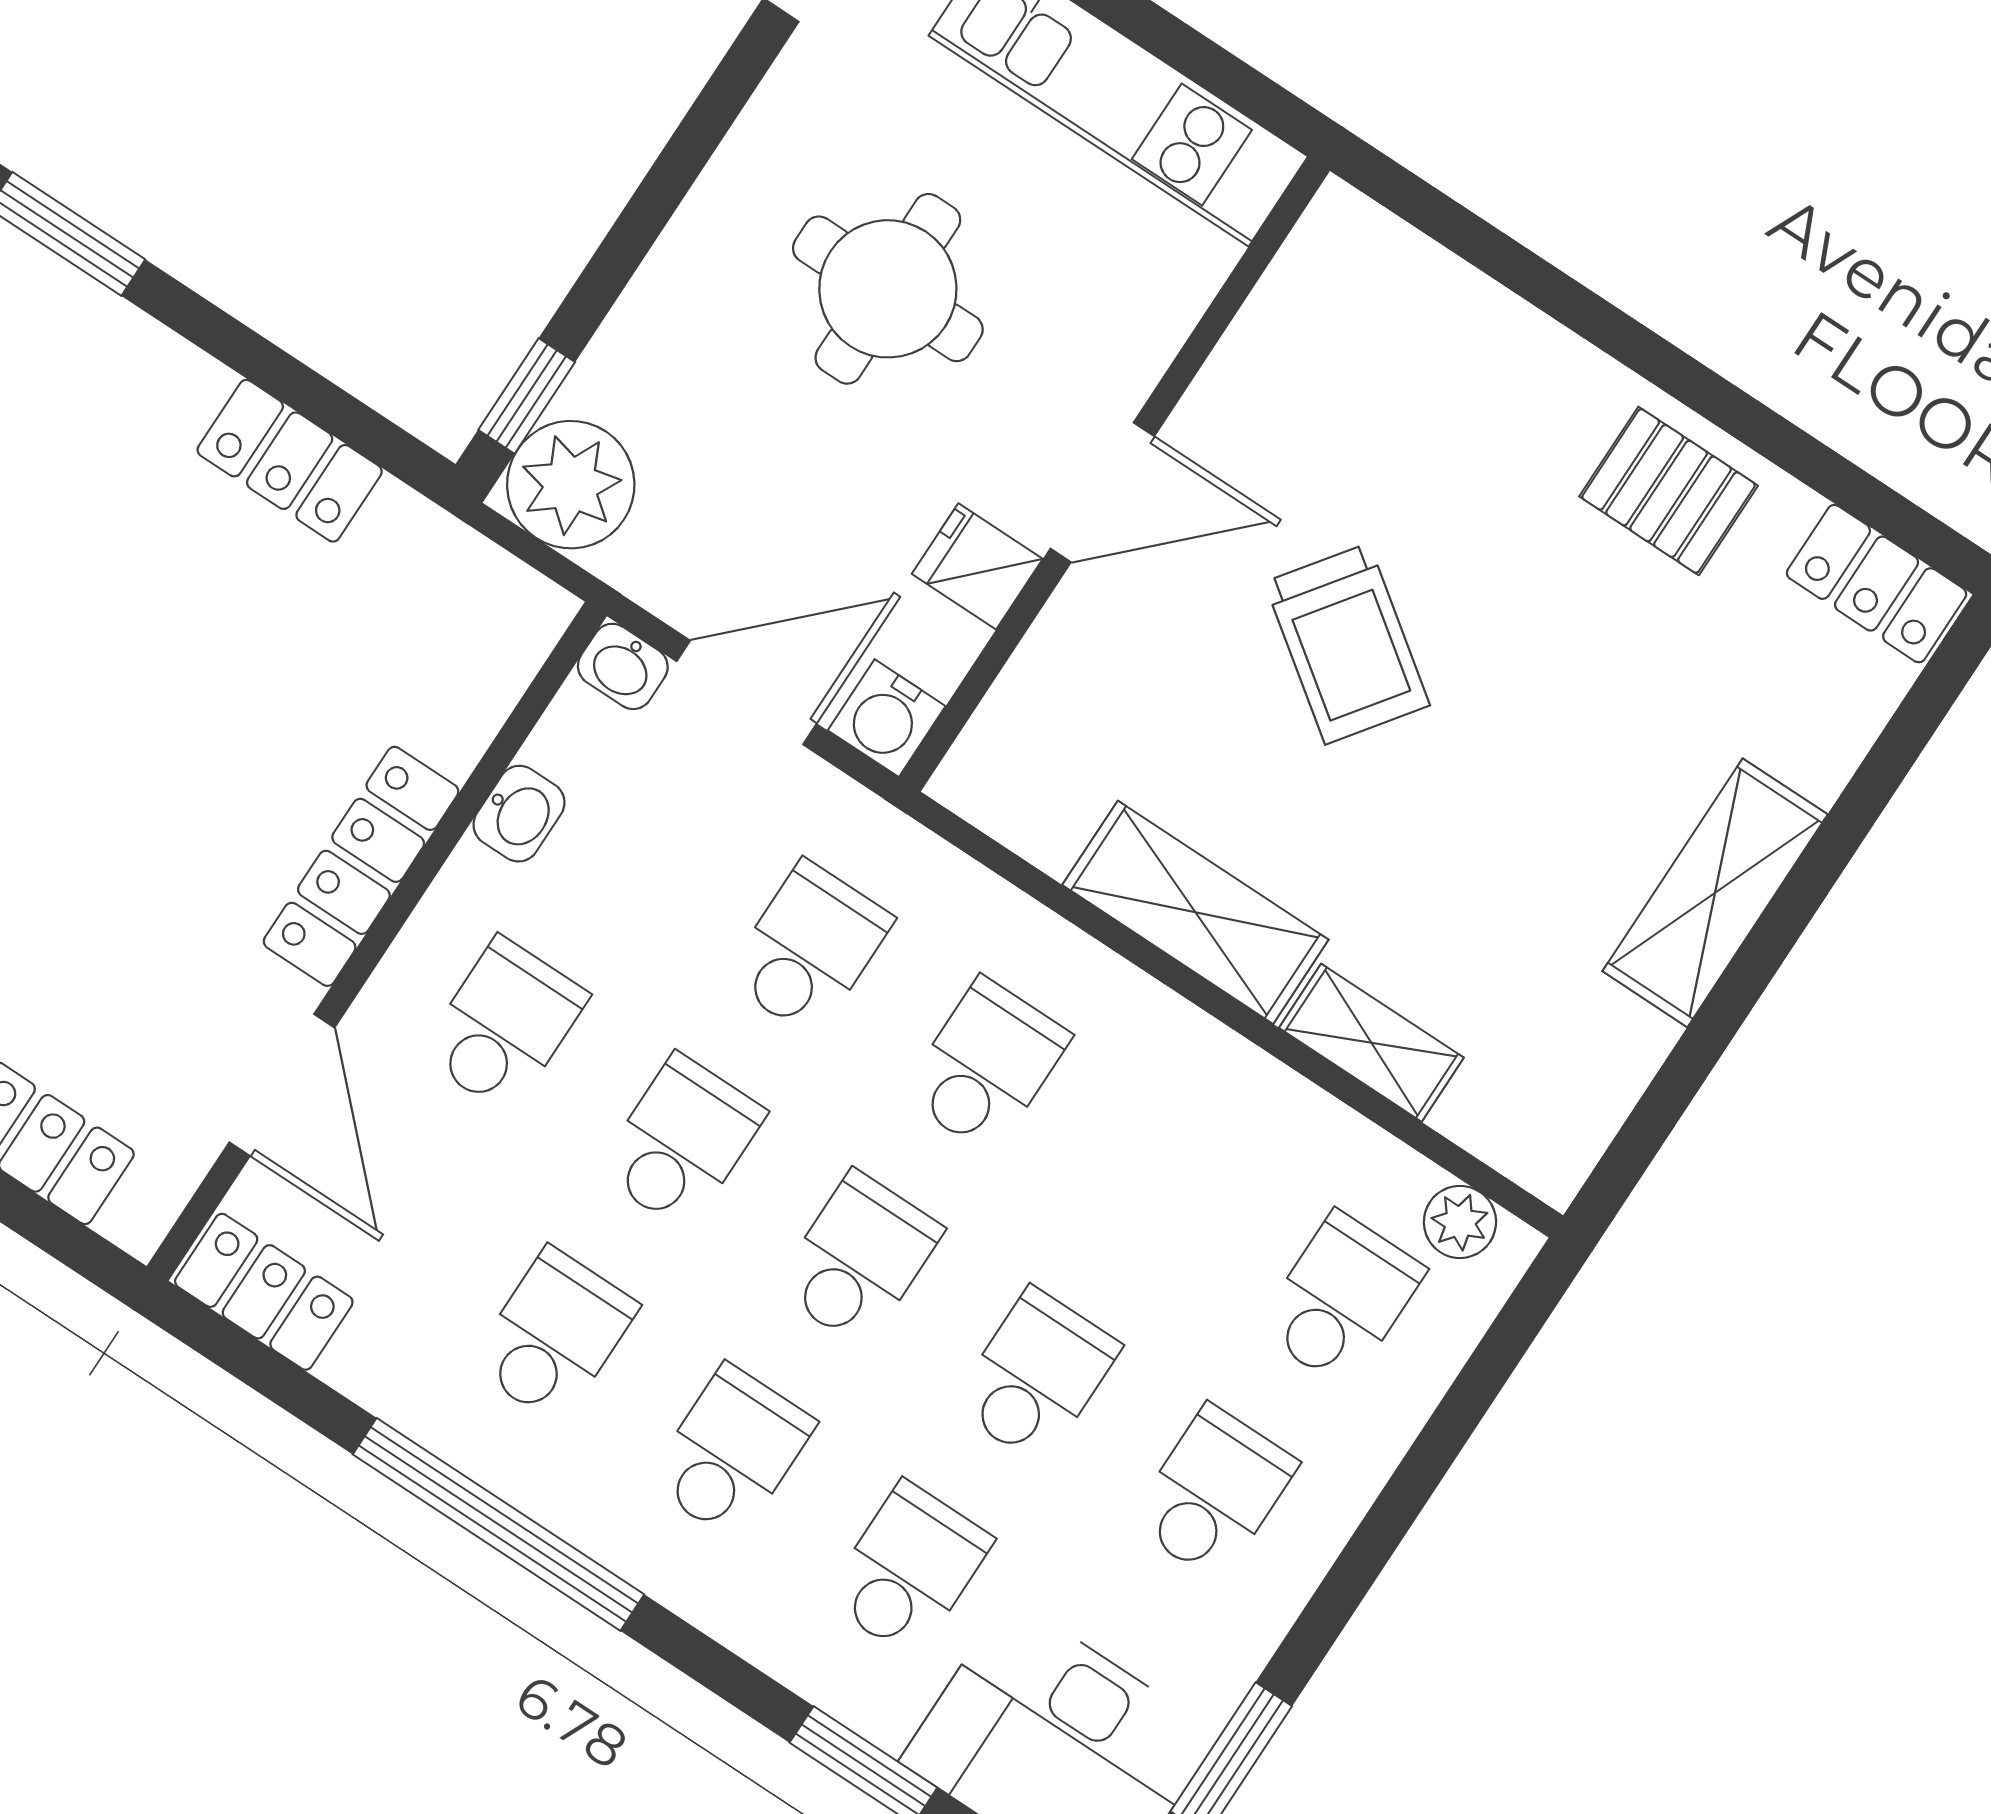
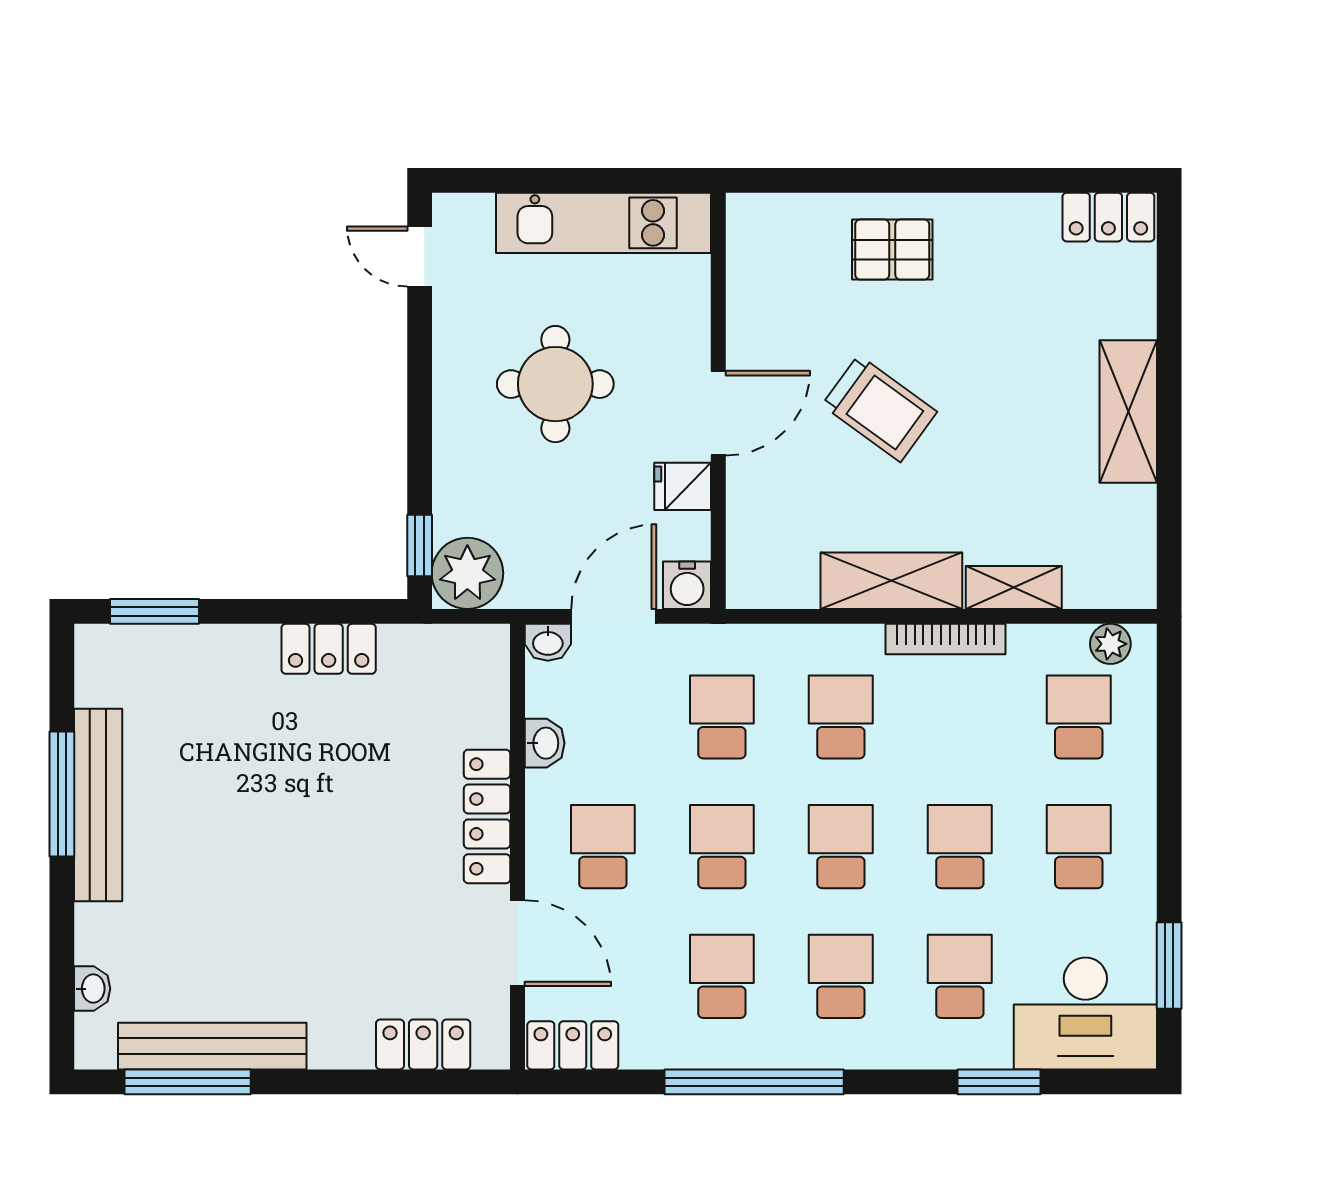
pallet: (1669, 491) -> (892, 250), moved
bookcase: (1219, 1052) -> (946, 639), added

